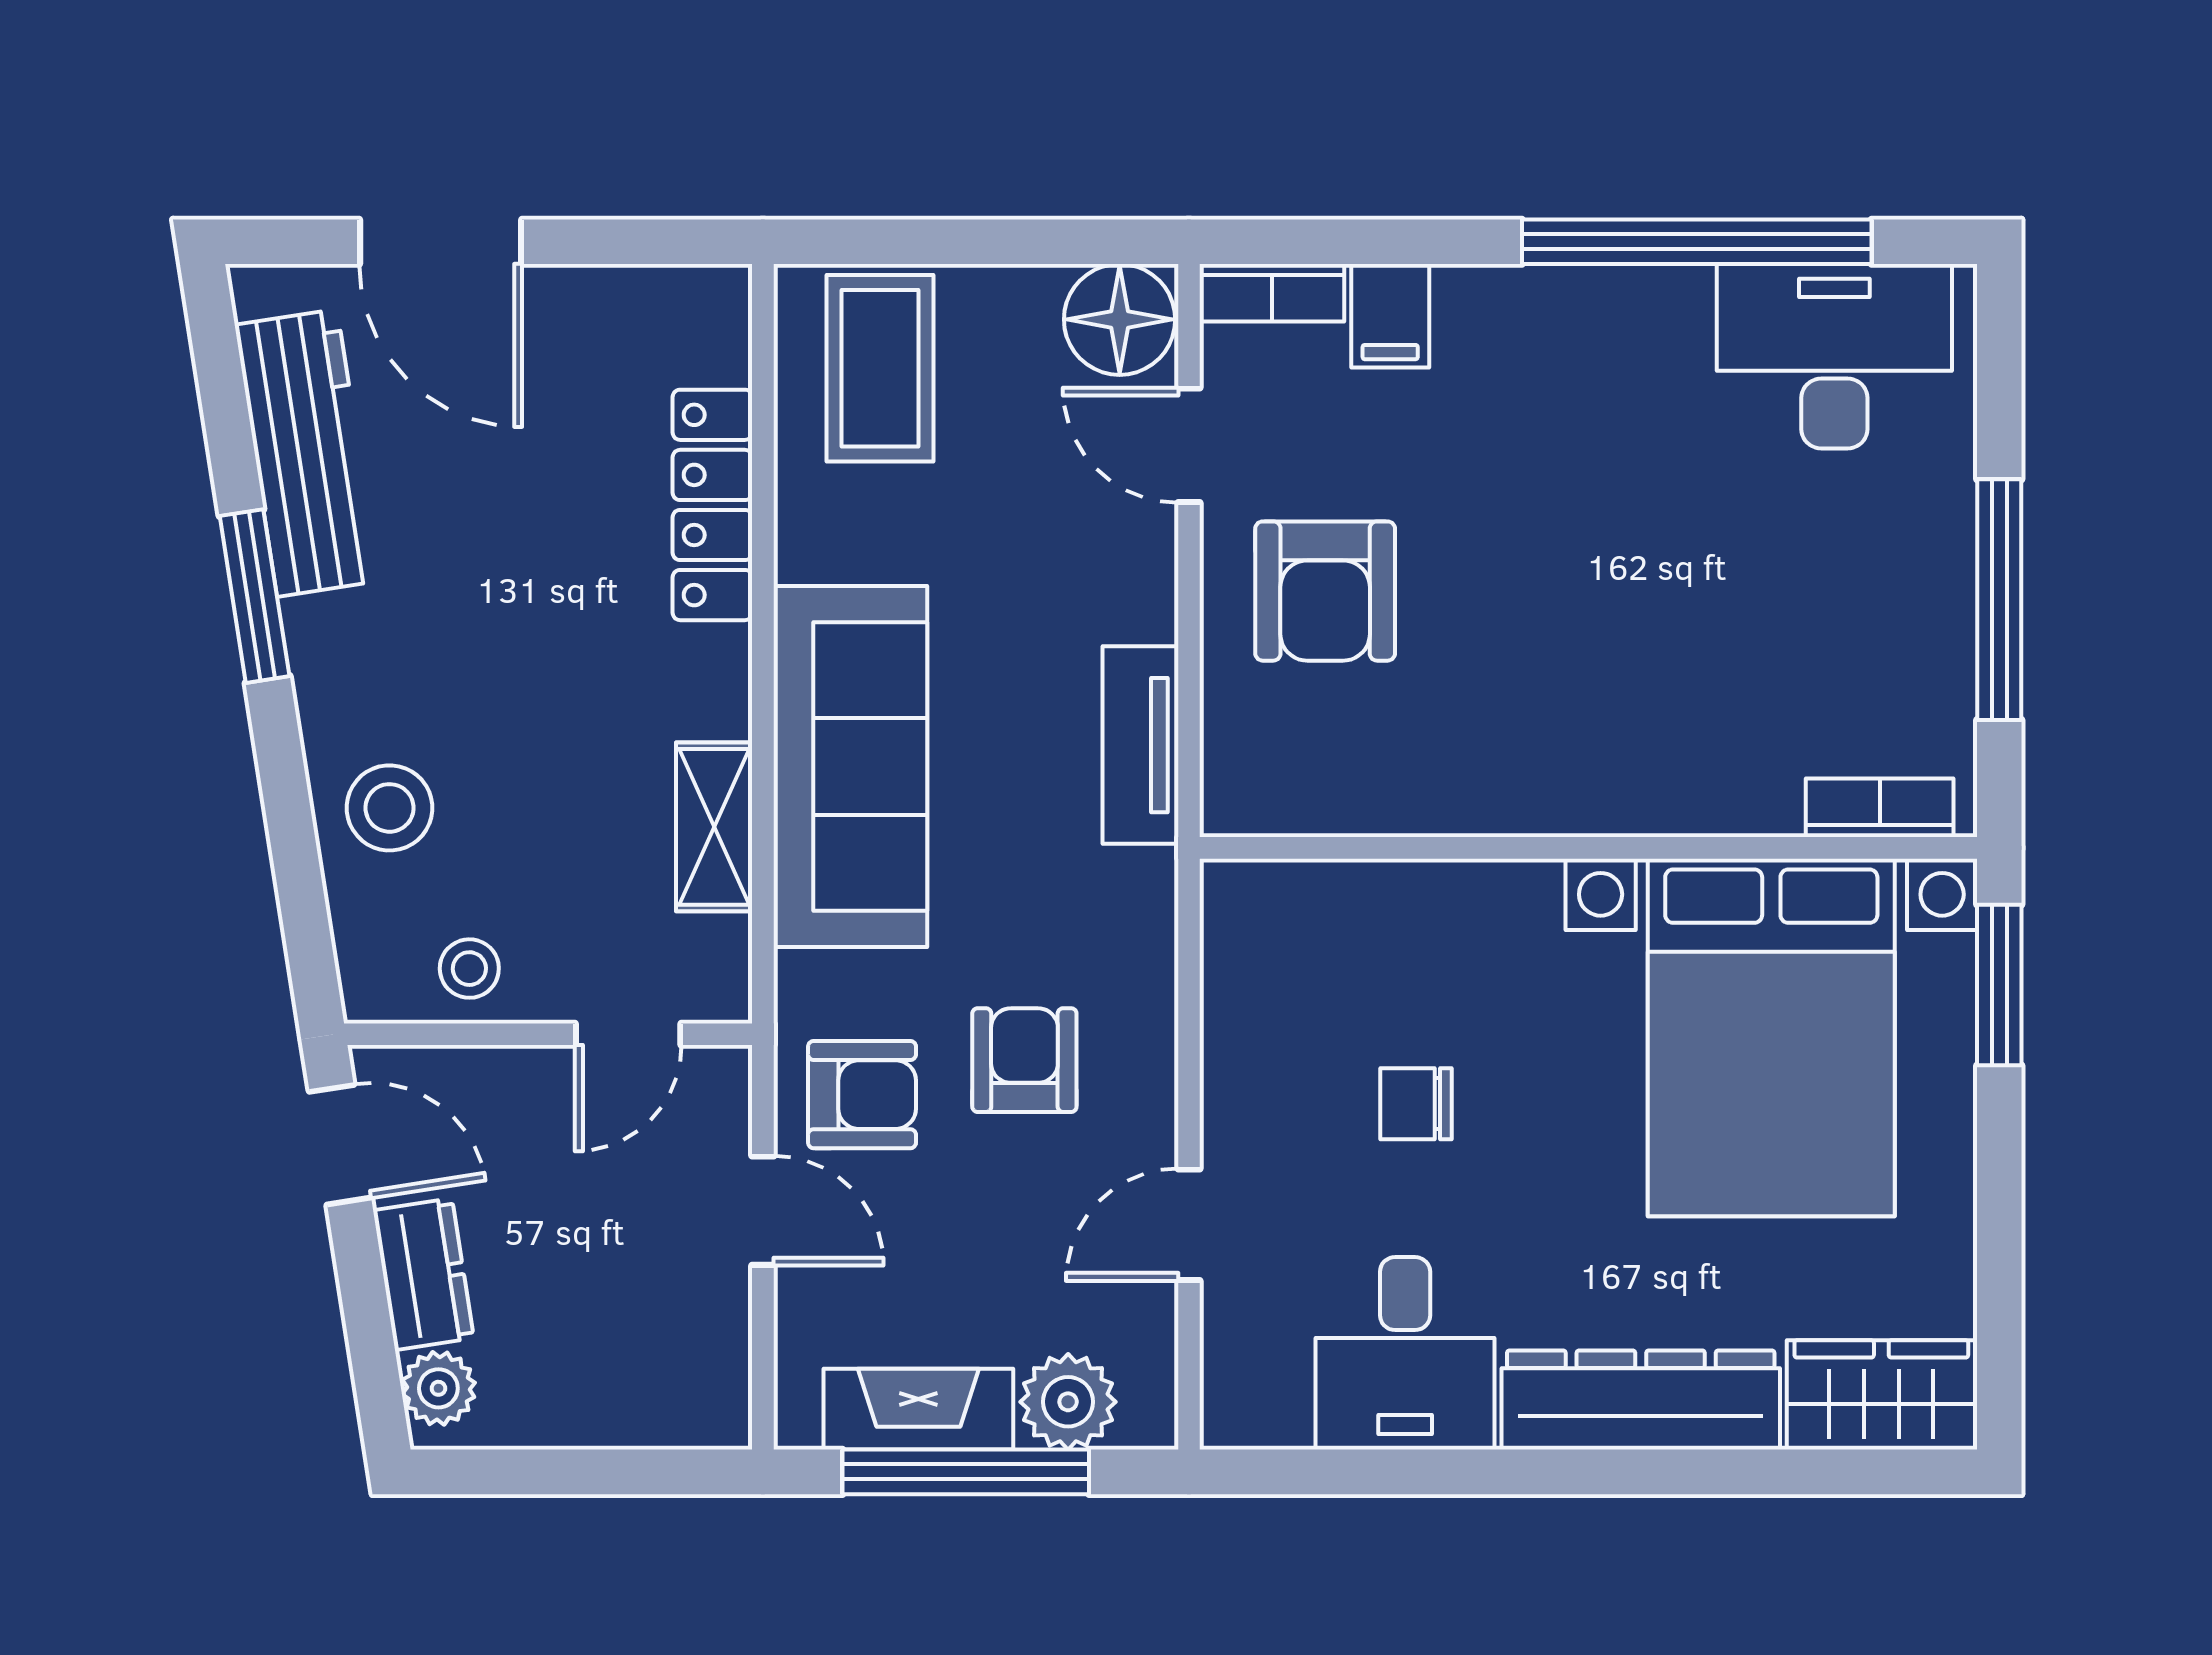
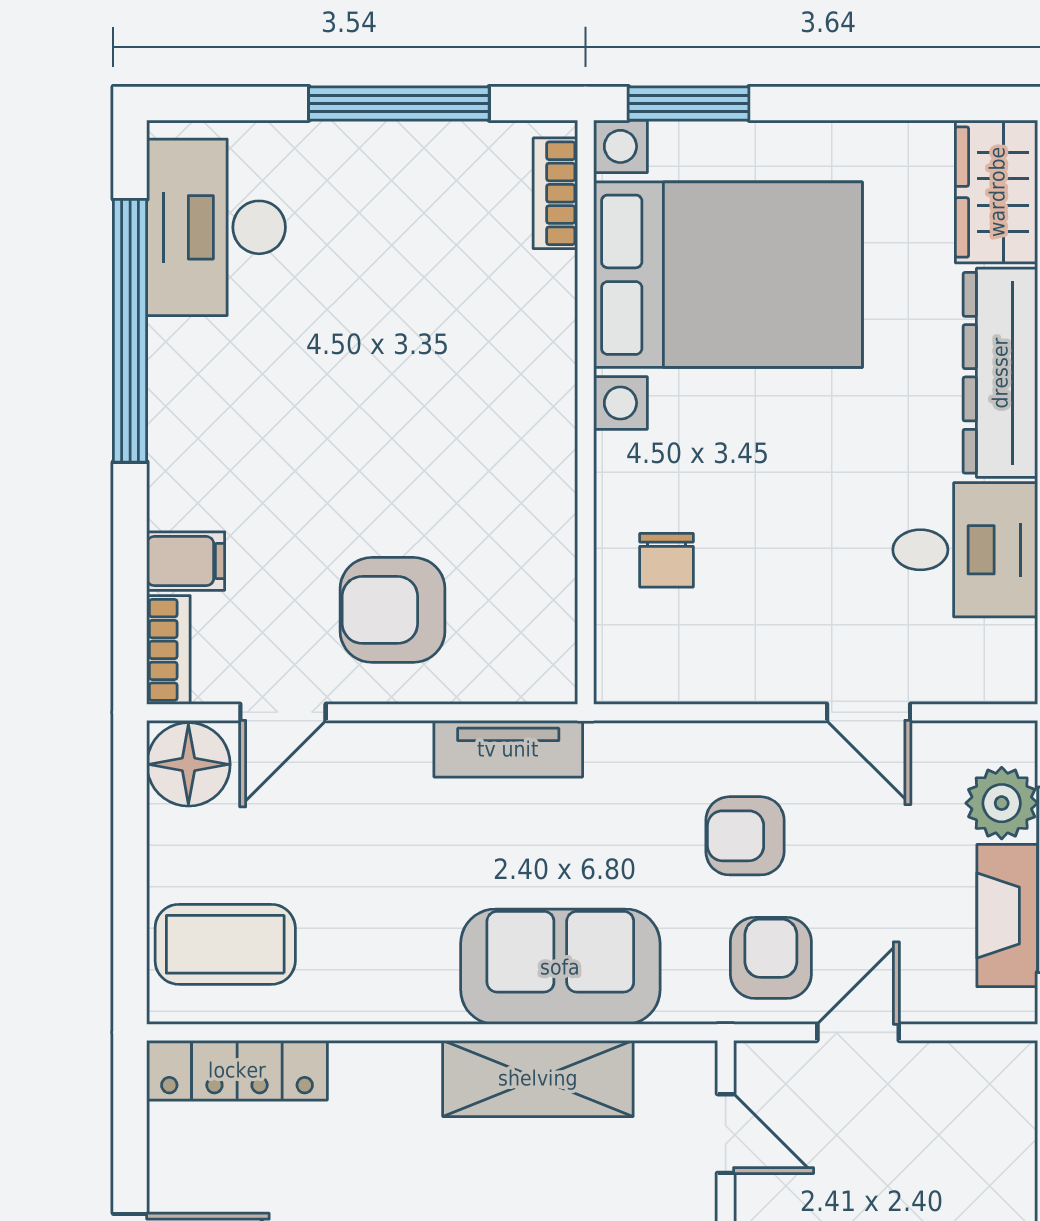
locker: (712, 505) -> (237, 1070), moved
armchair: (1325, 591) -> (393, 610), turned 180
sofa: (850, 767) -> (560, 967), width x0.73
shelving: (714, 827) -> (538, 1078), width x1.50, depth x1.33
chair: (1416, 1104) -> (667, 560), moved

